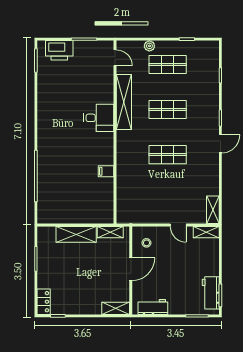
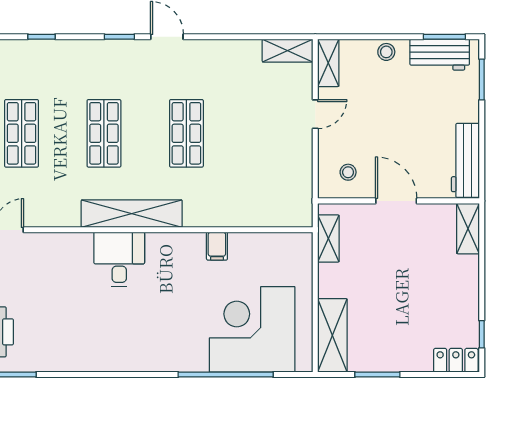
shelving: (124, 102) -> (132, 214), moved
corner desk: (61, 190) -> (252, 329), added
shelving: (76, 234) -> (332, 335), moved
stool: (212, 264) -> (386, 52), added
workbench: (153, 307) -> (465, 160), width x1.38

